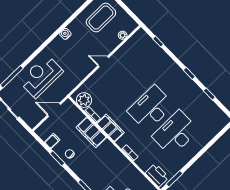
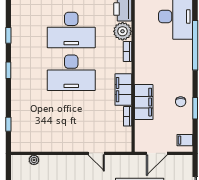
door: (103, 62) -> (96, 153), moved
plant: (84, 100) -> (123, 31), moved
door: (54, 110) -> (157, 153), hinge flipped
filing cabinet: (52, 141) -> (185, 140), moved

